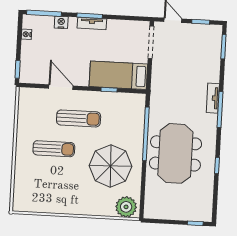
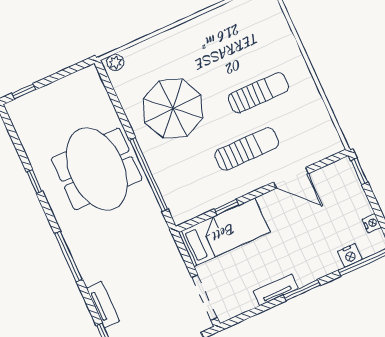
nightstand: (61, 22) -> (350, 255), moved
tv unit: (92, 23) -> (276, 290), moved
tv unit: (213, 98) -> (103, 305), moved
sun lounger: (79, 118) -> (247, 149), turned 180
sun lounger: (54, 149) -> (258, 93), turned 180
plant: (126, 207) -> (115, 62), width x0.53, depth x0.53

